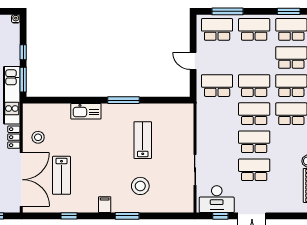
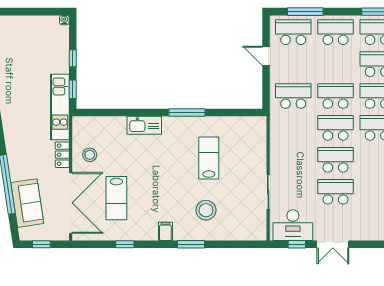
door: (193, 61) -> (266, 56), moved
window: (23, 80) -> (73, 89), width x0.67

